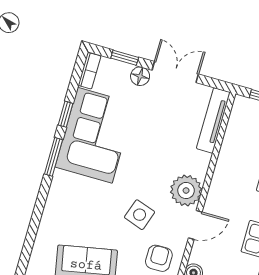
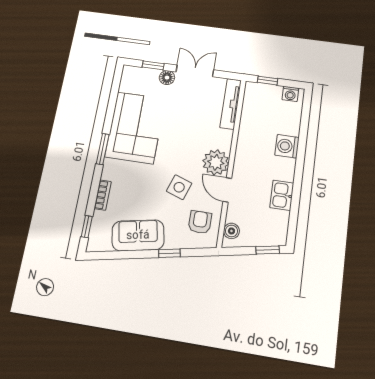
bookcase: (90, 71) -> (103, 195), moved
window: (66, 114) -> (87, 227), moved
door: (195, 225) -> (227, 190), swing flipped

